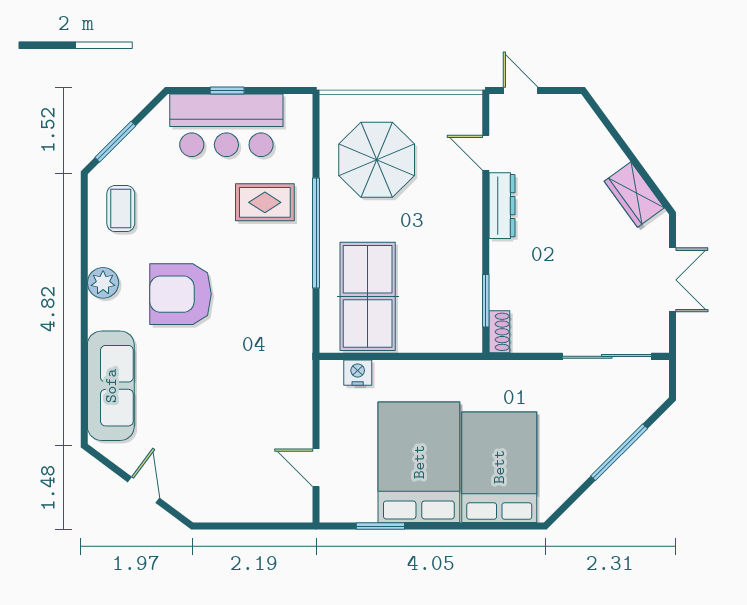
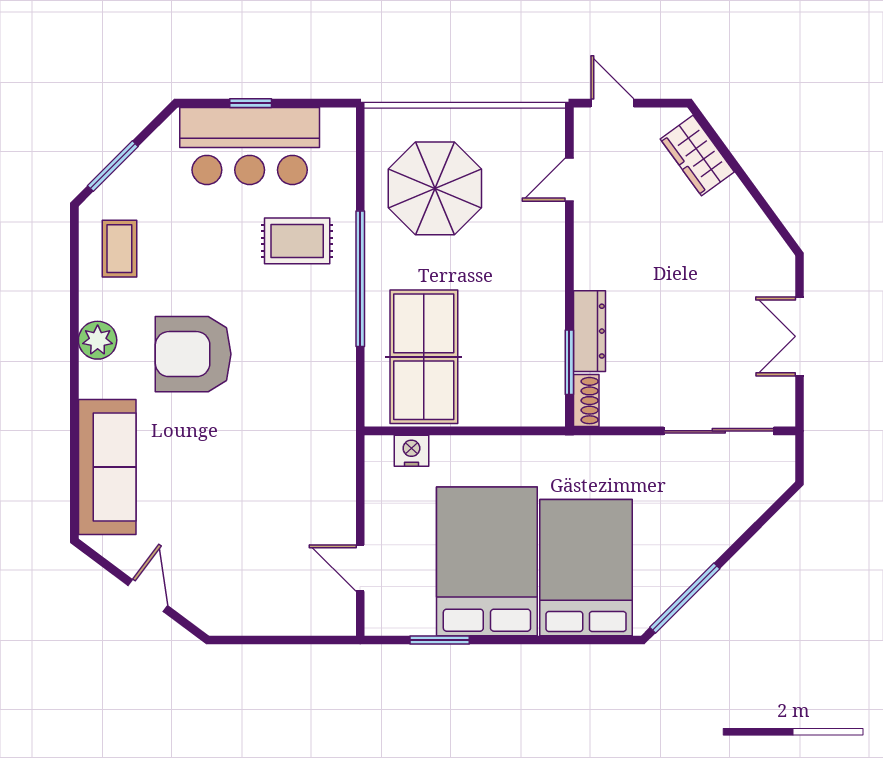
door: (486, 153) -> (569, 180), hinge flipped
wardrobe: (634, 195) -> (697, 155), moved
dresser: (502, 206) -> (589, 331), moved
double door: (672, 280) -> (800, 336), swing flipped
window: (619, 452) -> (685, 598), moved

